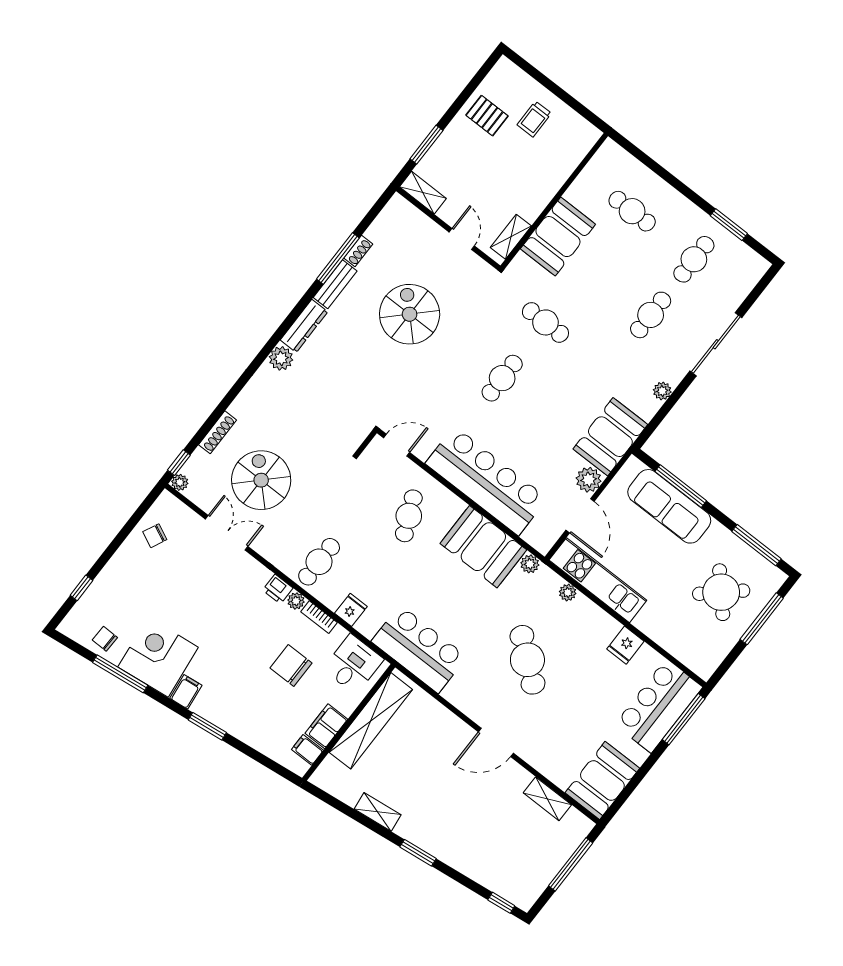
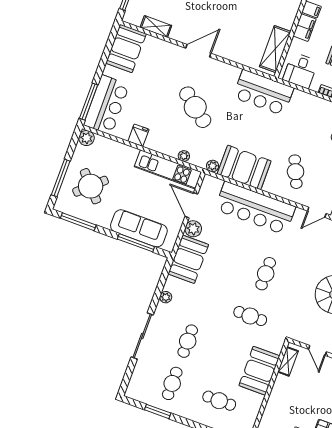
fridge: (351, 610) -> (312, 103), removed
plant: (704, 666) -> (86, 138), added
shelving: (371, 721) -> (275, 49), width x0.68

